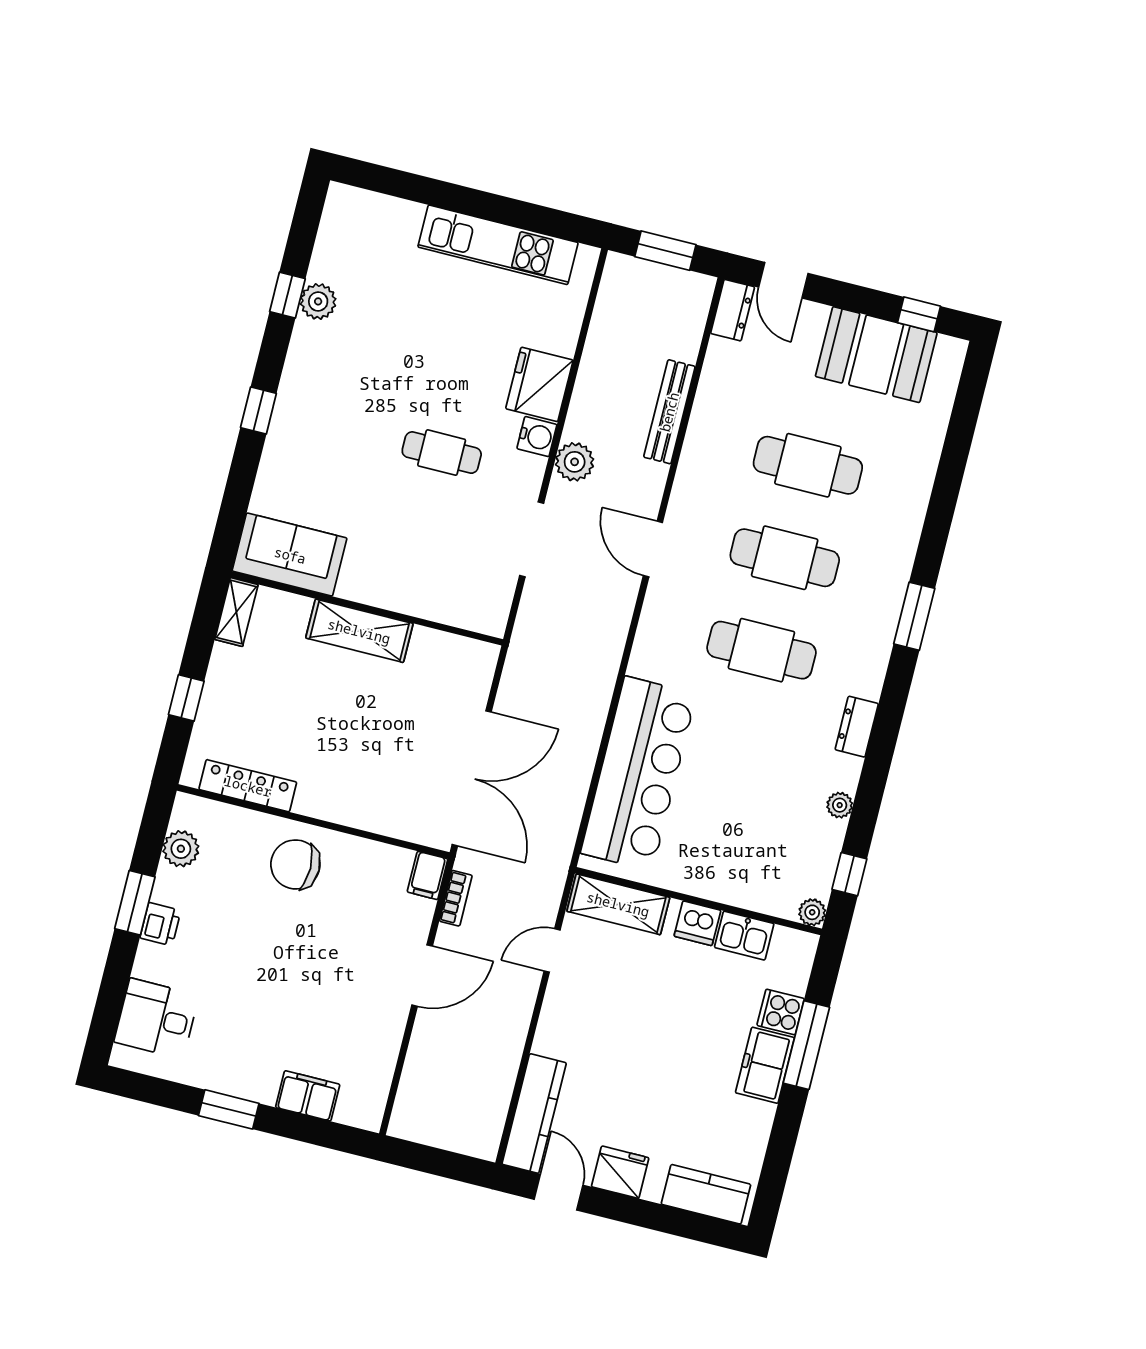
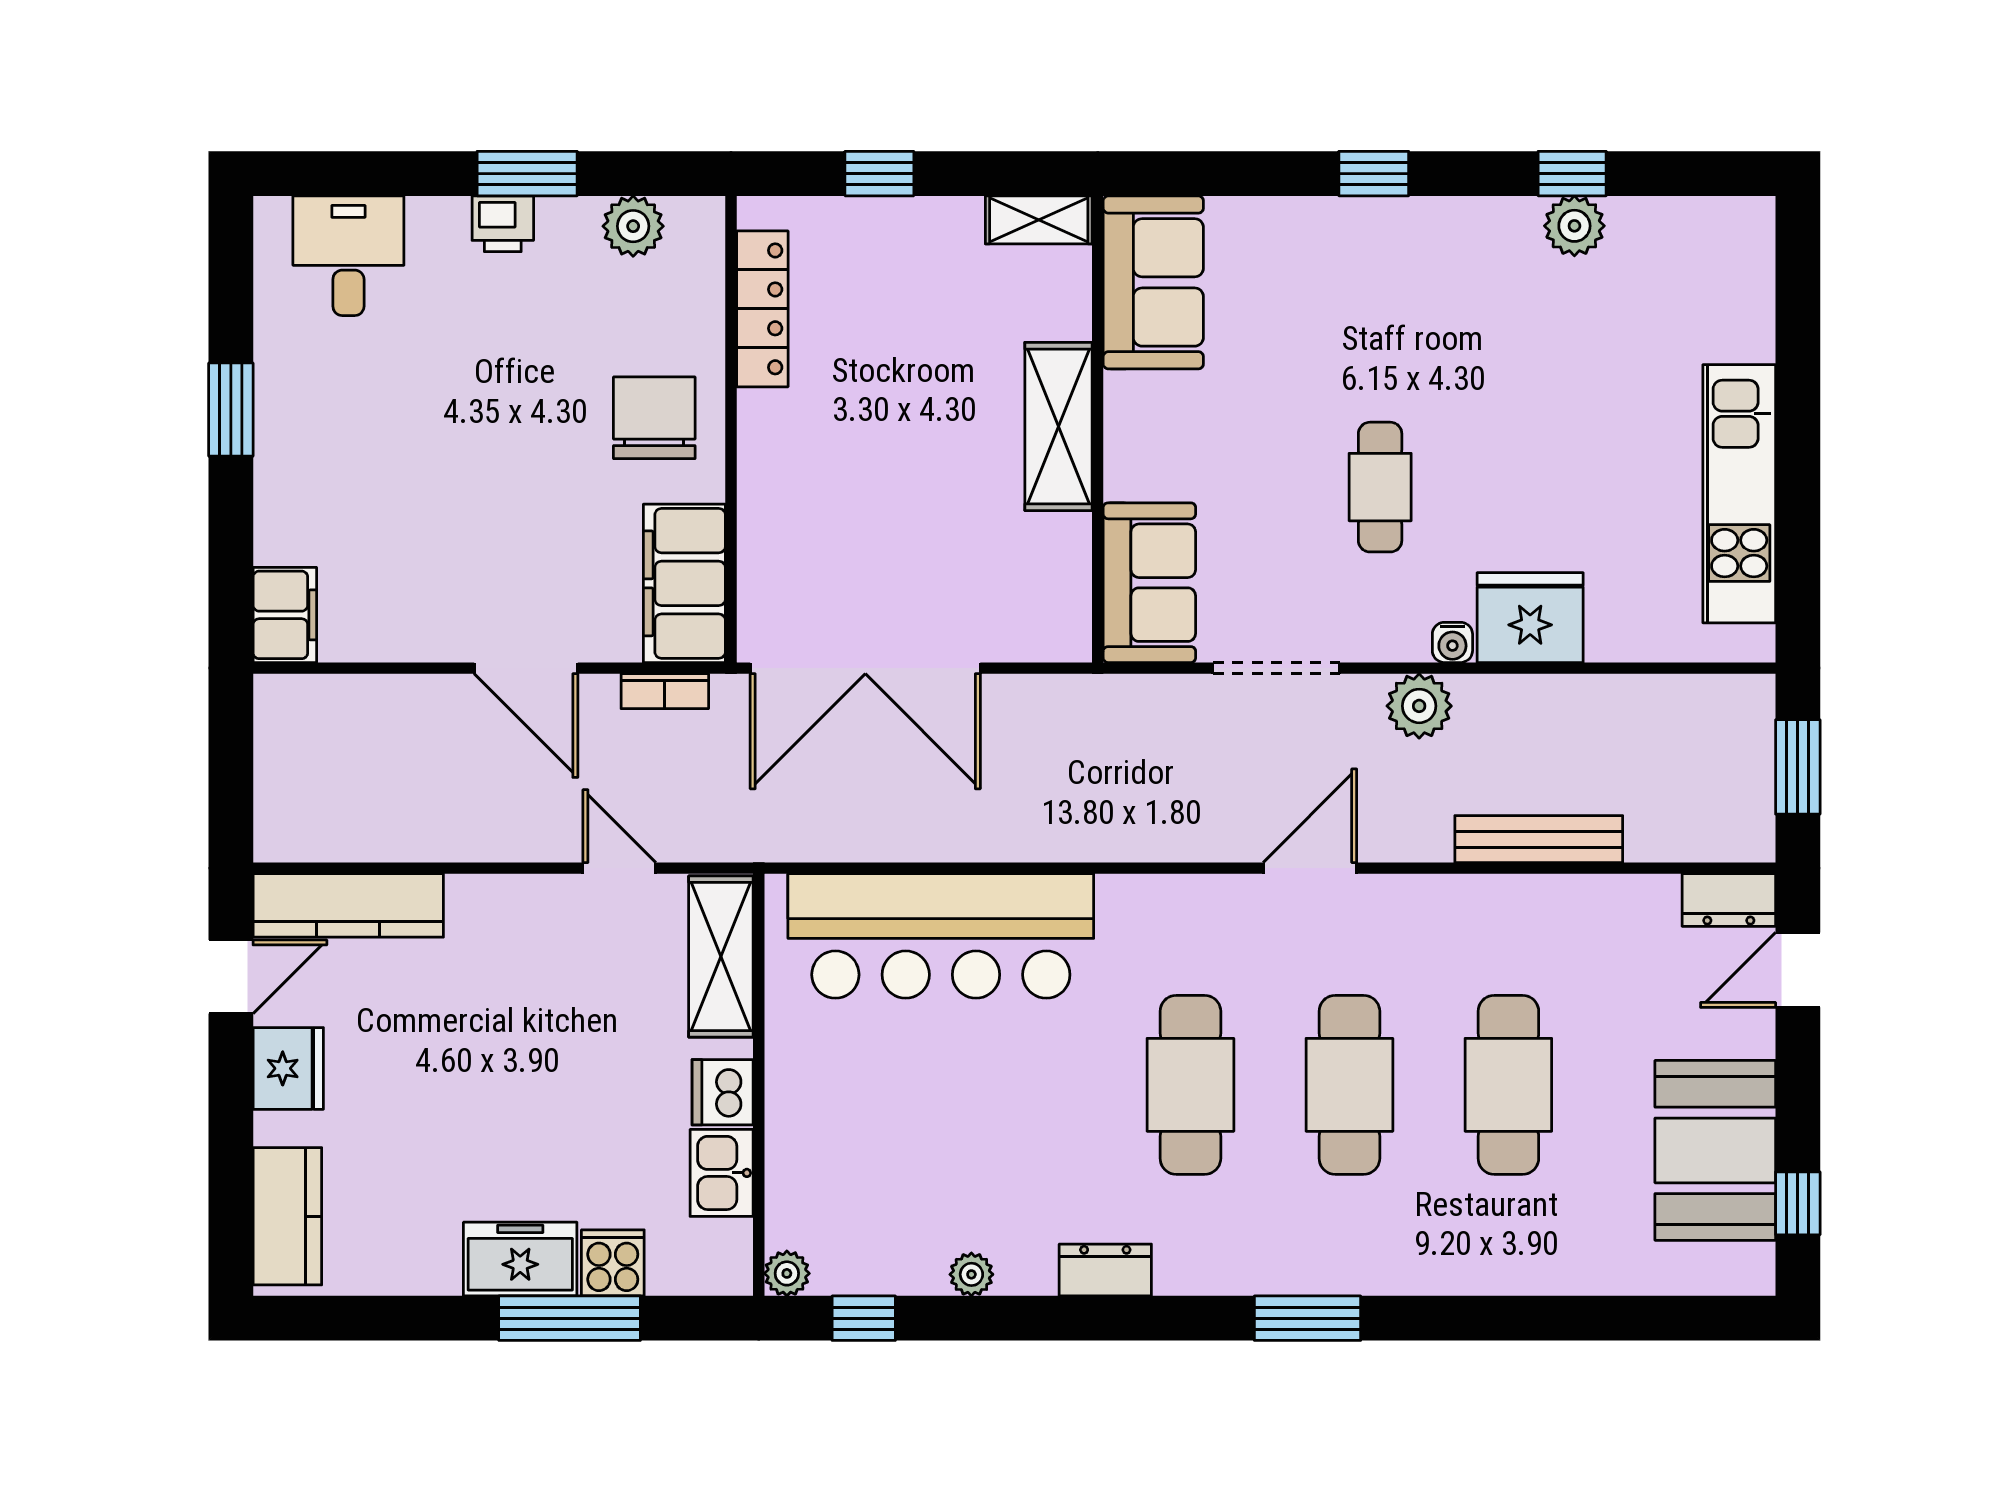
water cooler: (537, 437) -> (1452, 642), width x0.72, depth x0.72
sofa: (464, 601) -> (1149, 583), added
filing cabinet: (428, 875) -> (684, 583), width x3.00, depth x1.17
filing cabinet: (308, 1096) -> (285, 615), moved

